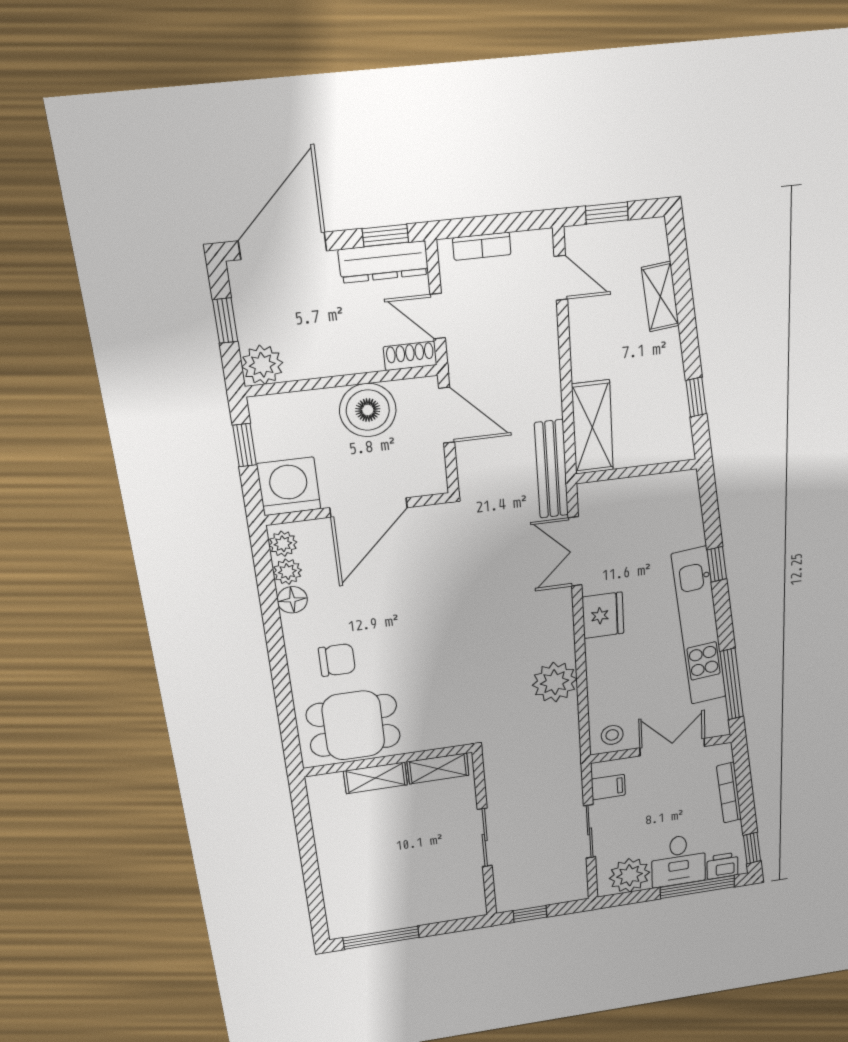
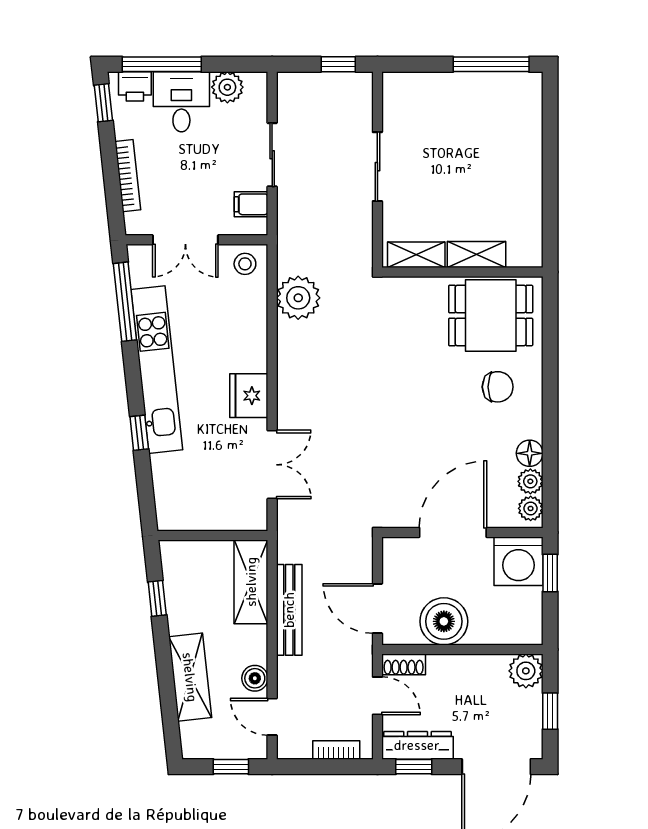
shelving: (660, 297) -> (190, 677), width x1.50, depth x1.33
boiler: (583, 321) -> (255, 678), added
window: (245, 445) -> (550, 573), moved
bench: (552, 469) -> (289, 610), moved
chair: (337, 660) -> (498, 387), turned 180
plant: (555, 682) -> (298, 298), moved
plant: (629, 875) -> (227, 87), width x0.73, depth x0.73

